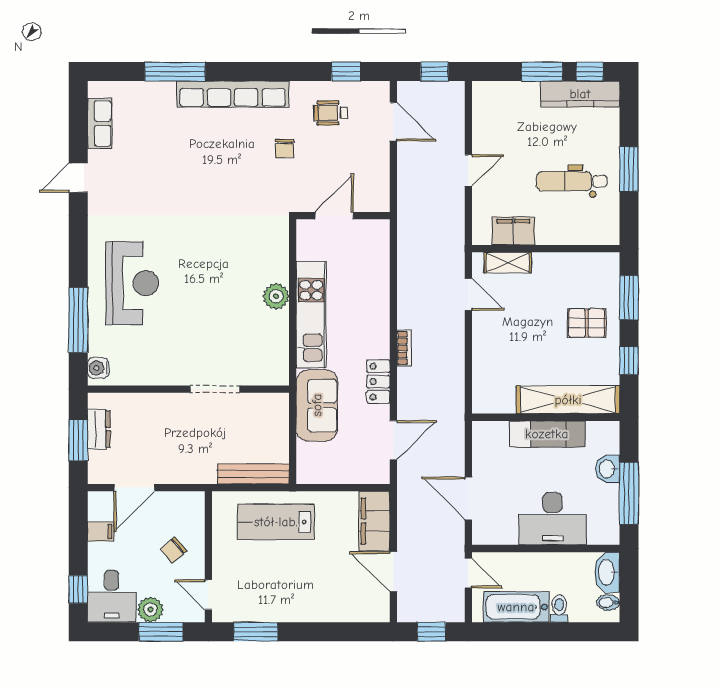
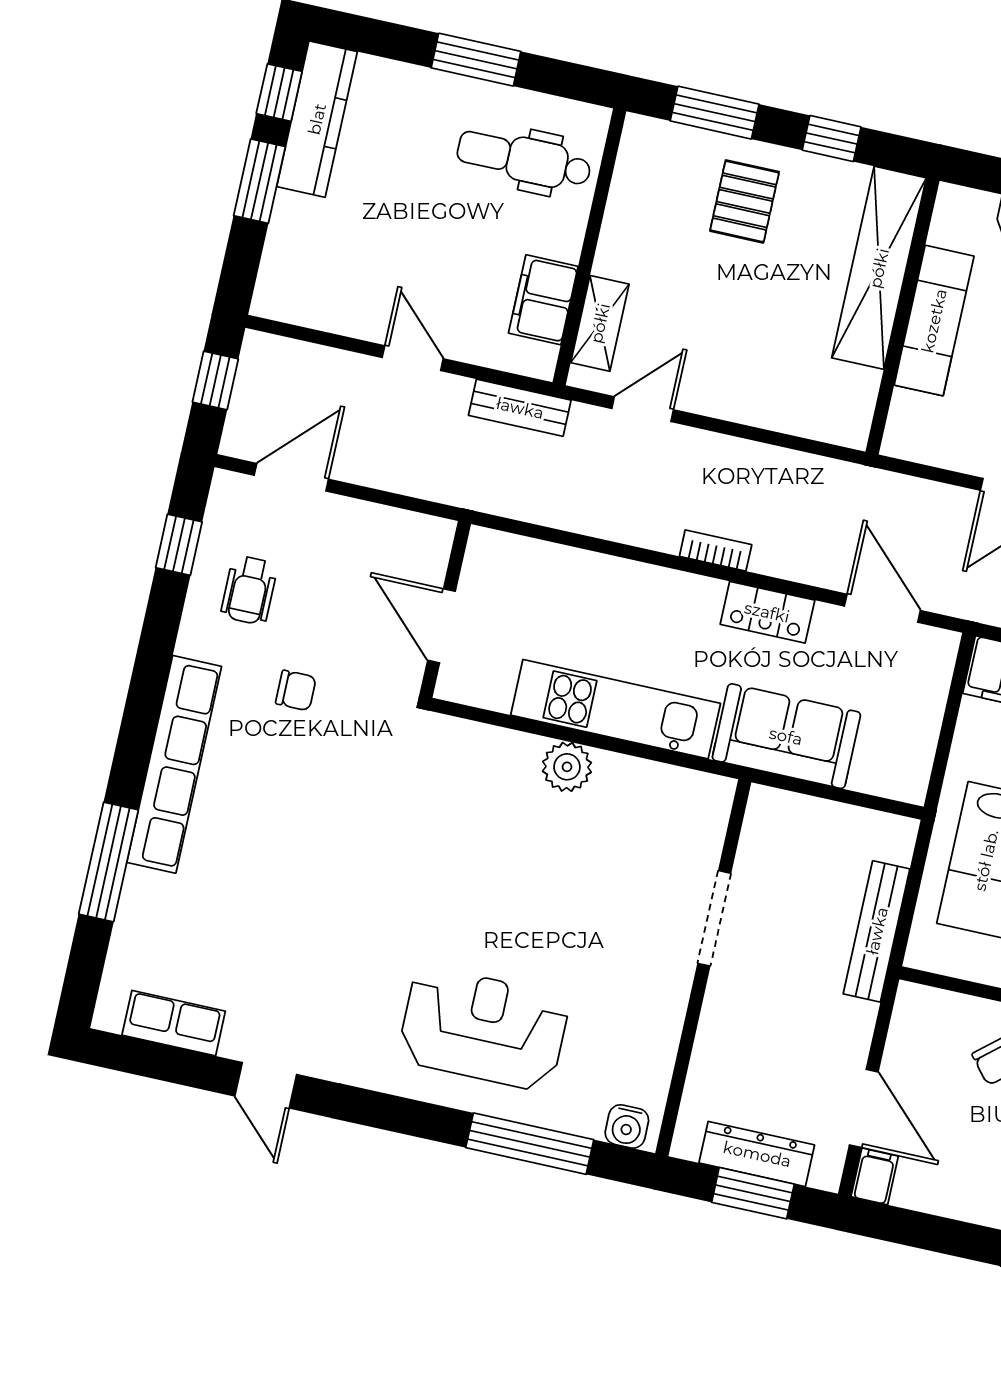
dental chair: (572, 181) -> (524, 159), moved, turned 90
bench: (455, 231) -> (520, 408), added
dresser: (99, 429) -> (757, 1154), width x1.44
bench: (253, 474) -> (877, 931), moved
filing cabinet: (101, 532) -> (875, 1176), moved

